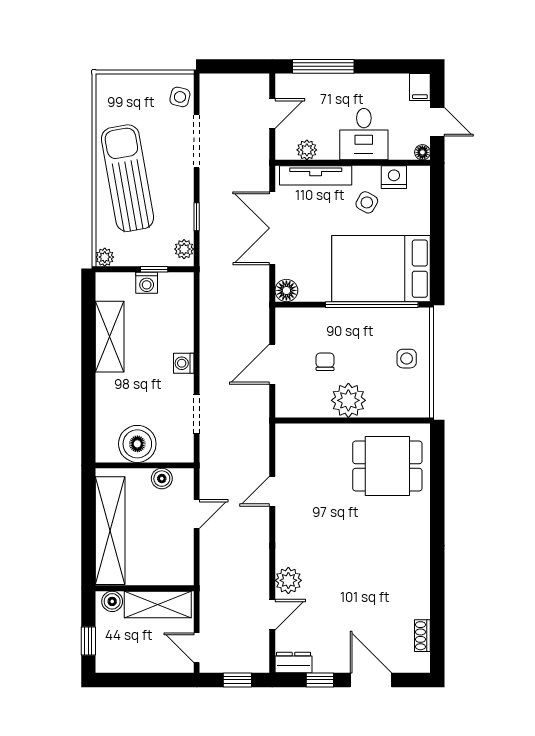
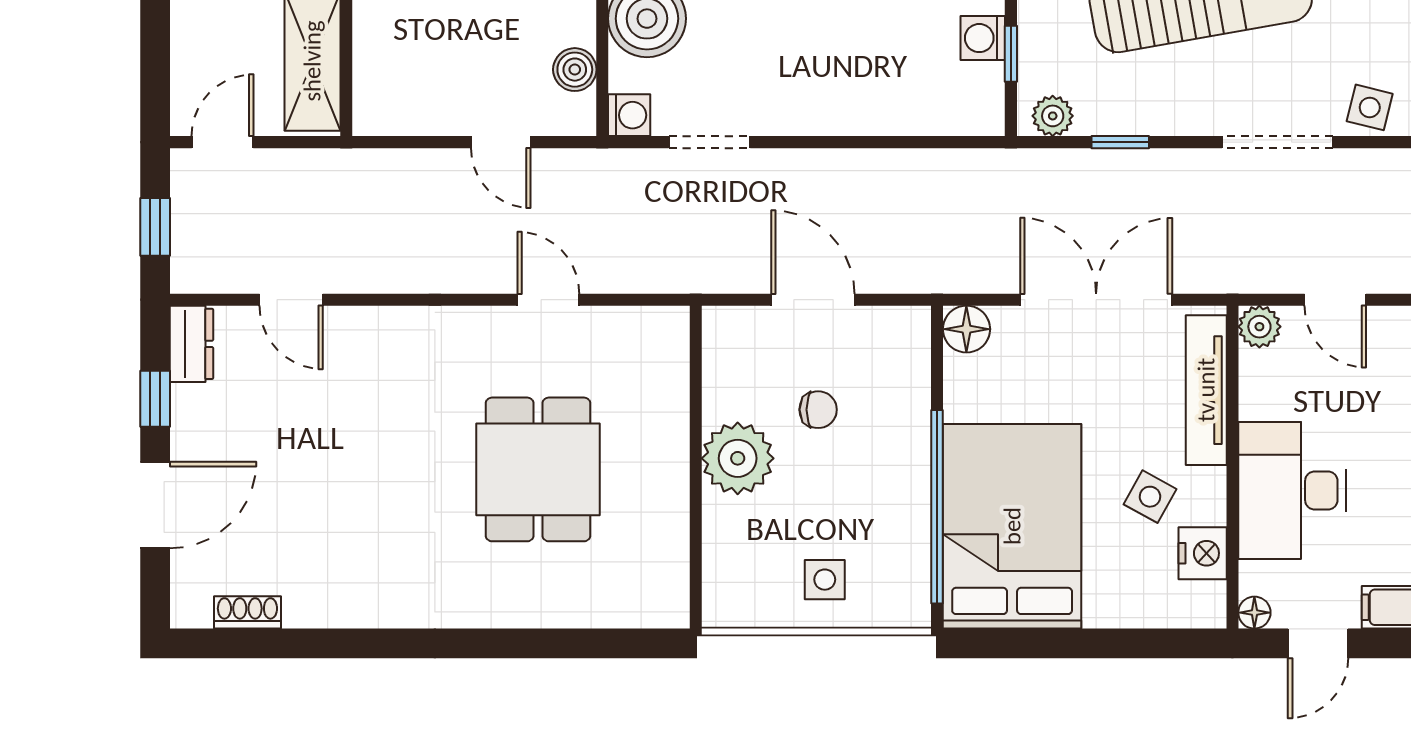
desk: (364, 134) -> (1292, 491), width x1.37
plant: (307, 150) -> (1259, 327), moved
washing machine: (184, 363) -> (629, 115), moved, turned 90
dining table: (387, 466) -> (538, 469), moved
plant: (288, 580) -> (362, 333), removed

